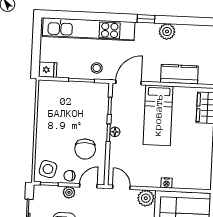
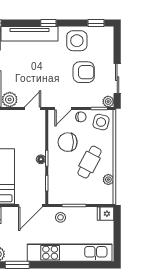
window: (146, 19) -> (17, 265), width x1.50
plant: (43, 106) -> (108, 180), added
cafe table: (62, 126) -> (89, 162), added
chair: (85, 149) -> (68, 142), turned -90
door: (121, 187) -> (33, 108), swing flipped
plant: (69, 192) -> (108, 102), moved

